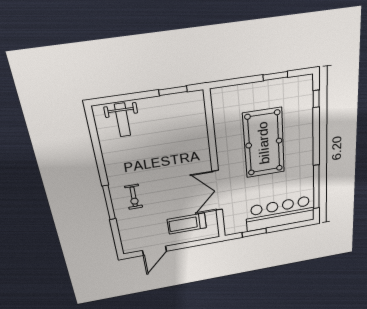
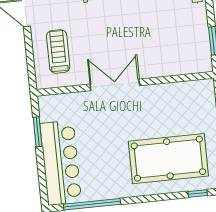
pool table: (264, 143) -> (168, 159), moved
double door: (217, 191) -> (115, 85), moved

